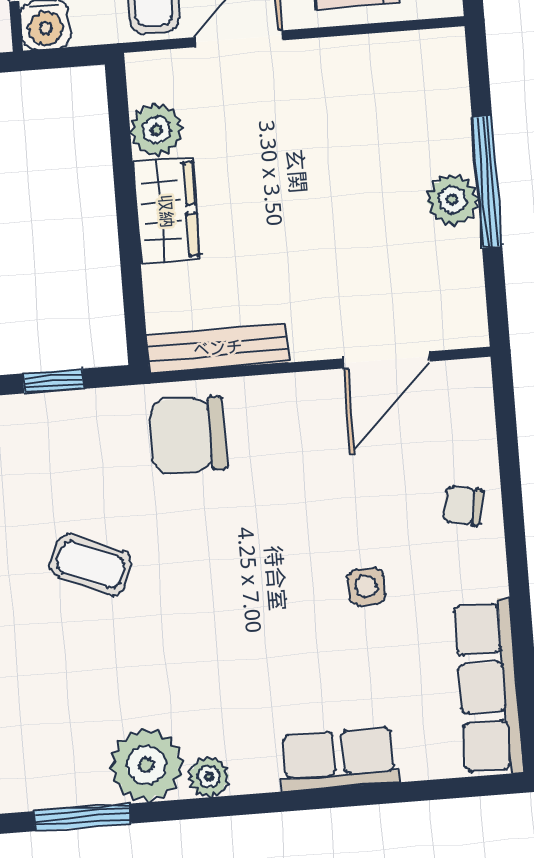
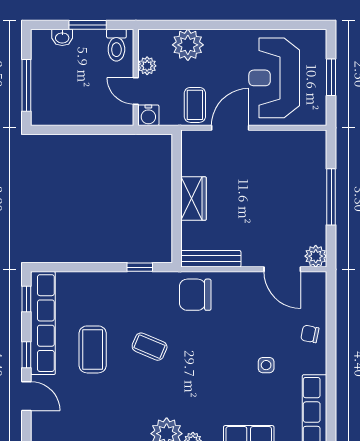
plant: (156, 130) -> (192, 164), removed
plant: (452, 200) -> (316, 256), moved
door: (386, 360) -> (282, 269), hinge flipped

